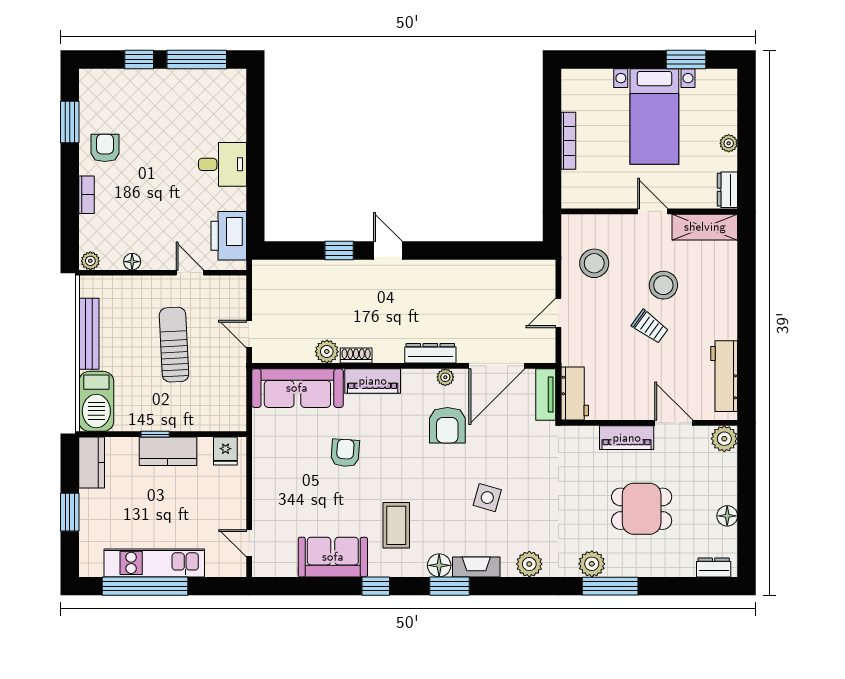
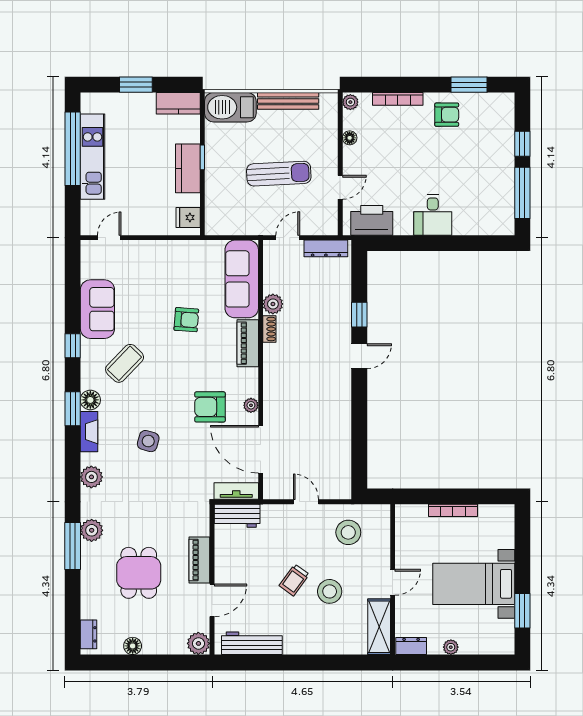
bookcase: (86, 195) -> (398, 99), width x1.56
dresser: (430, 353) -> (326, 248), moved, turned 90
coffee table: (396, 525) -> (125, 363), turned -46

